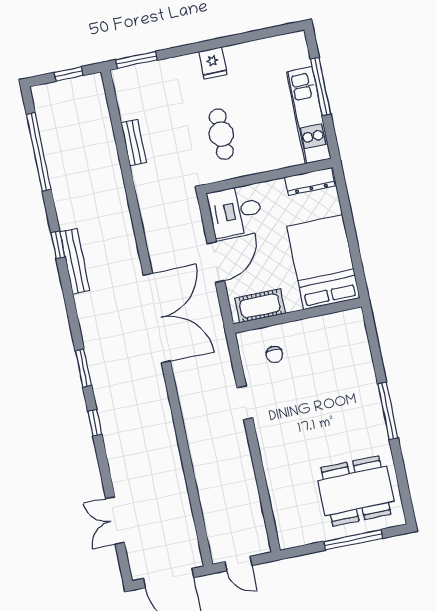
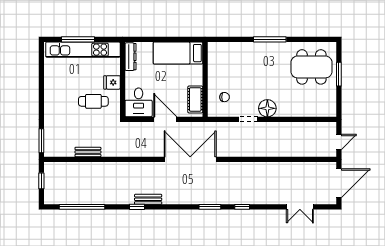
fridge: (213, 63) -> (112, 82), moved, turned 180
kitchen unit: (309, 115) -> (83, 50), width x1.36
bench: (75, 261) -> (148, 199), width x0.73
bed: (323, 262) -> (178, 53), width x0.67
floor lamp: (271, 431) -> (267, 108), added
dining table: (356, 491) -> (311, 67), turned 90
window: (353, 540) -> (339, 74), width x0.69

